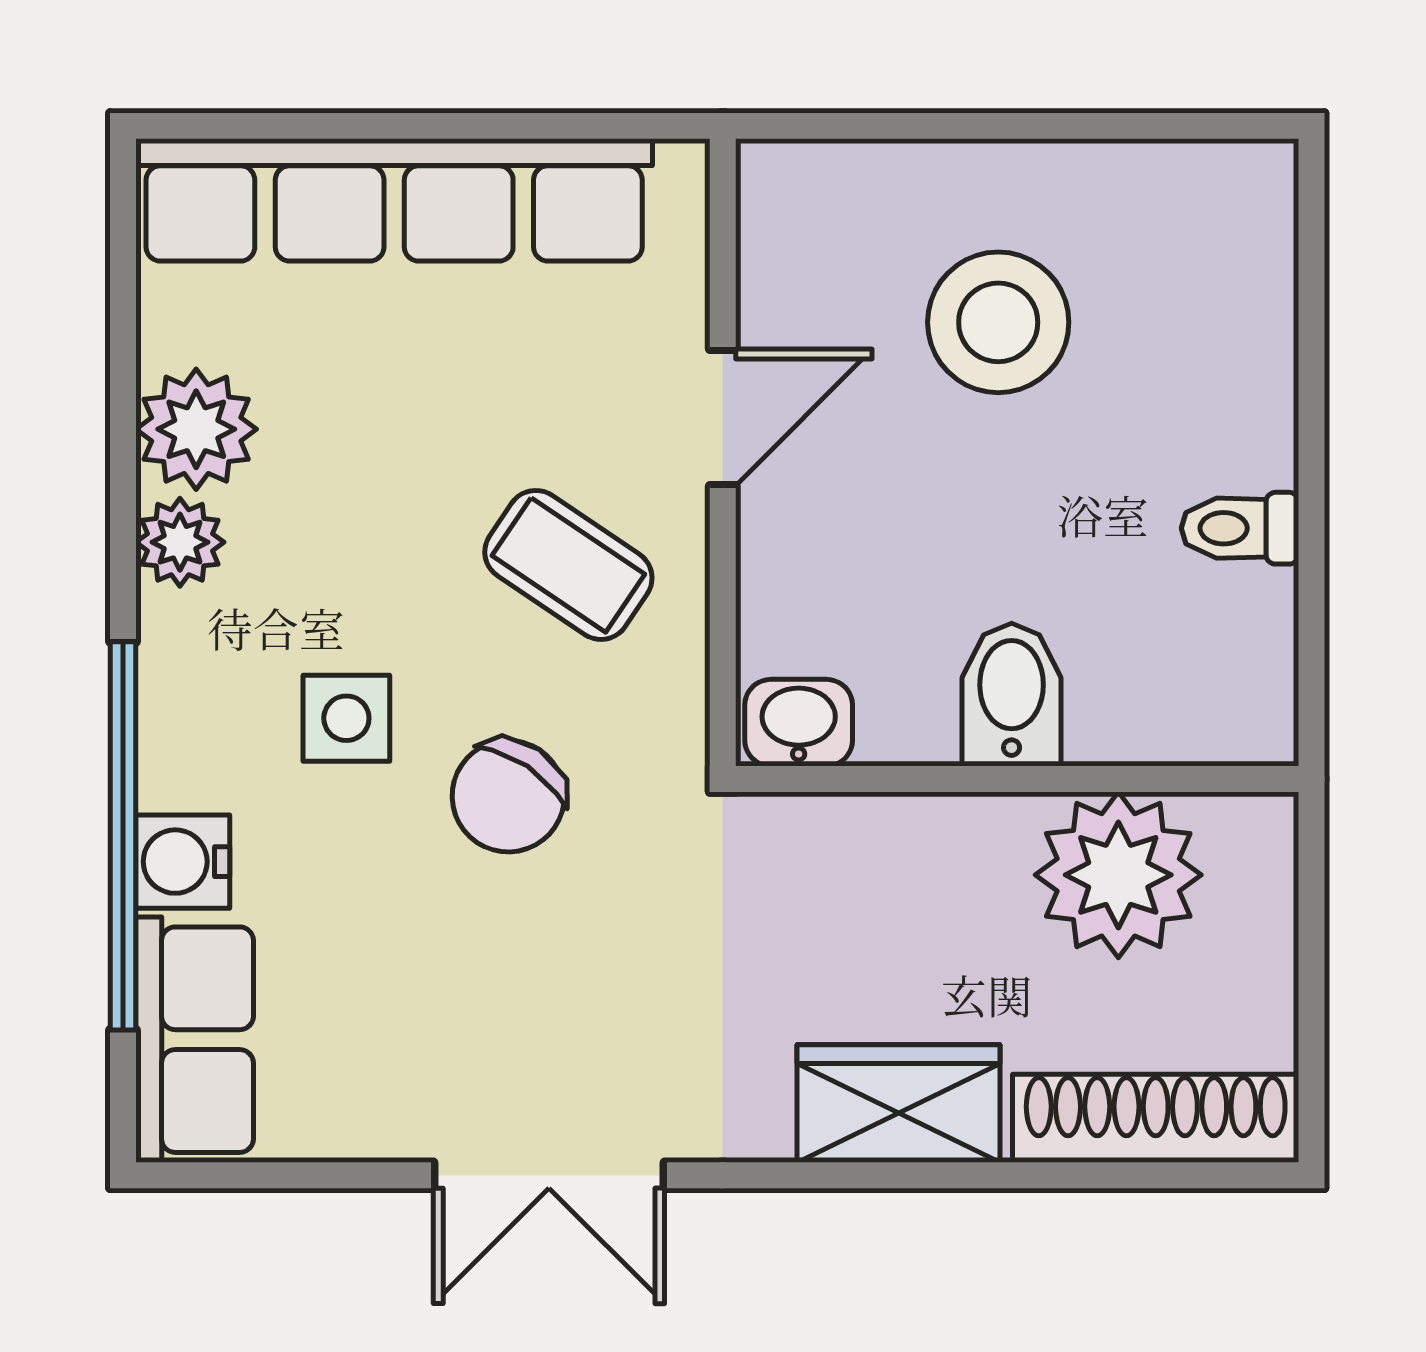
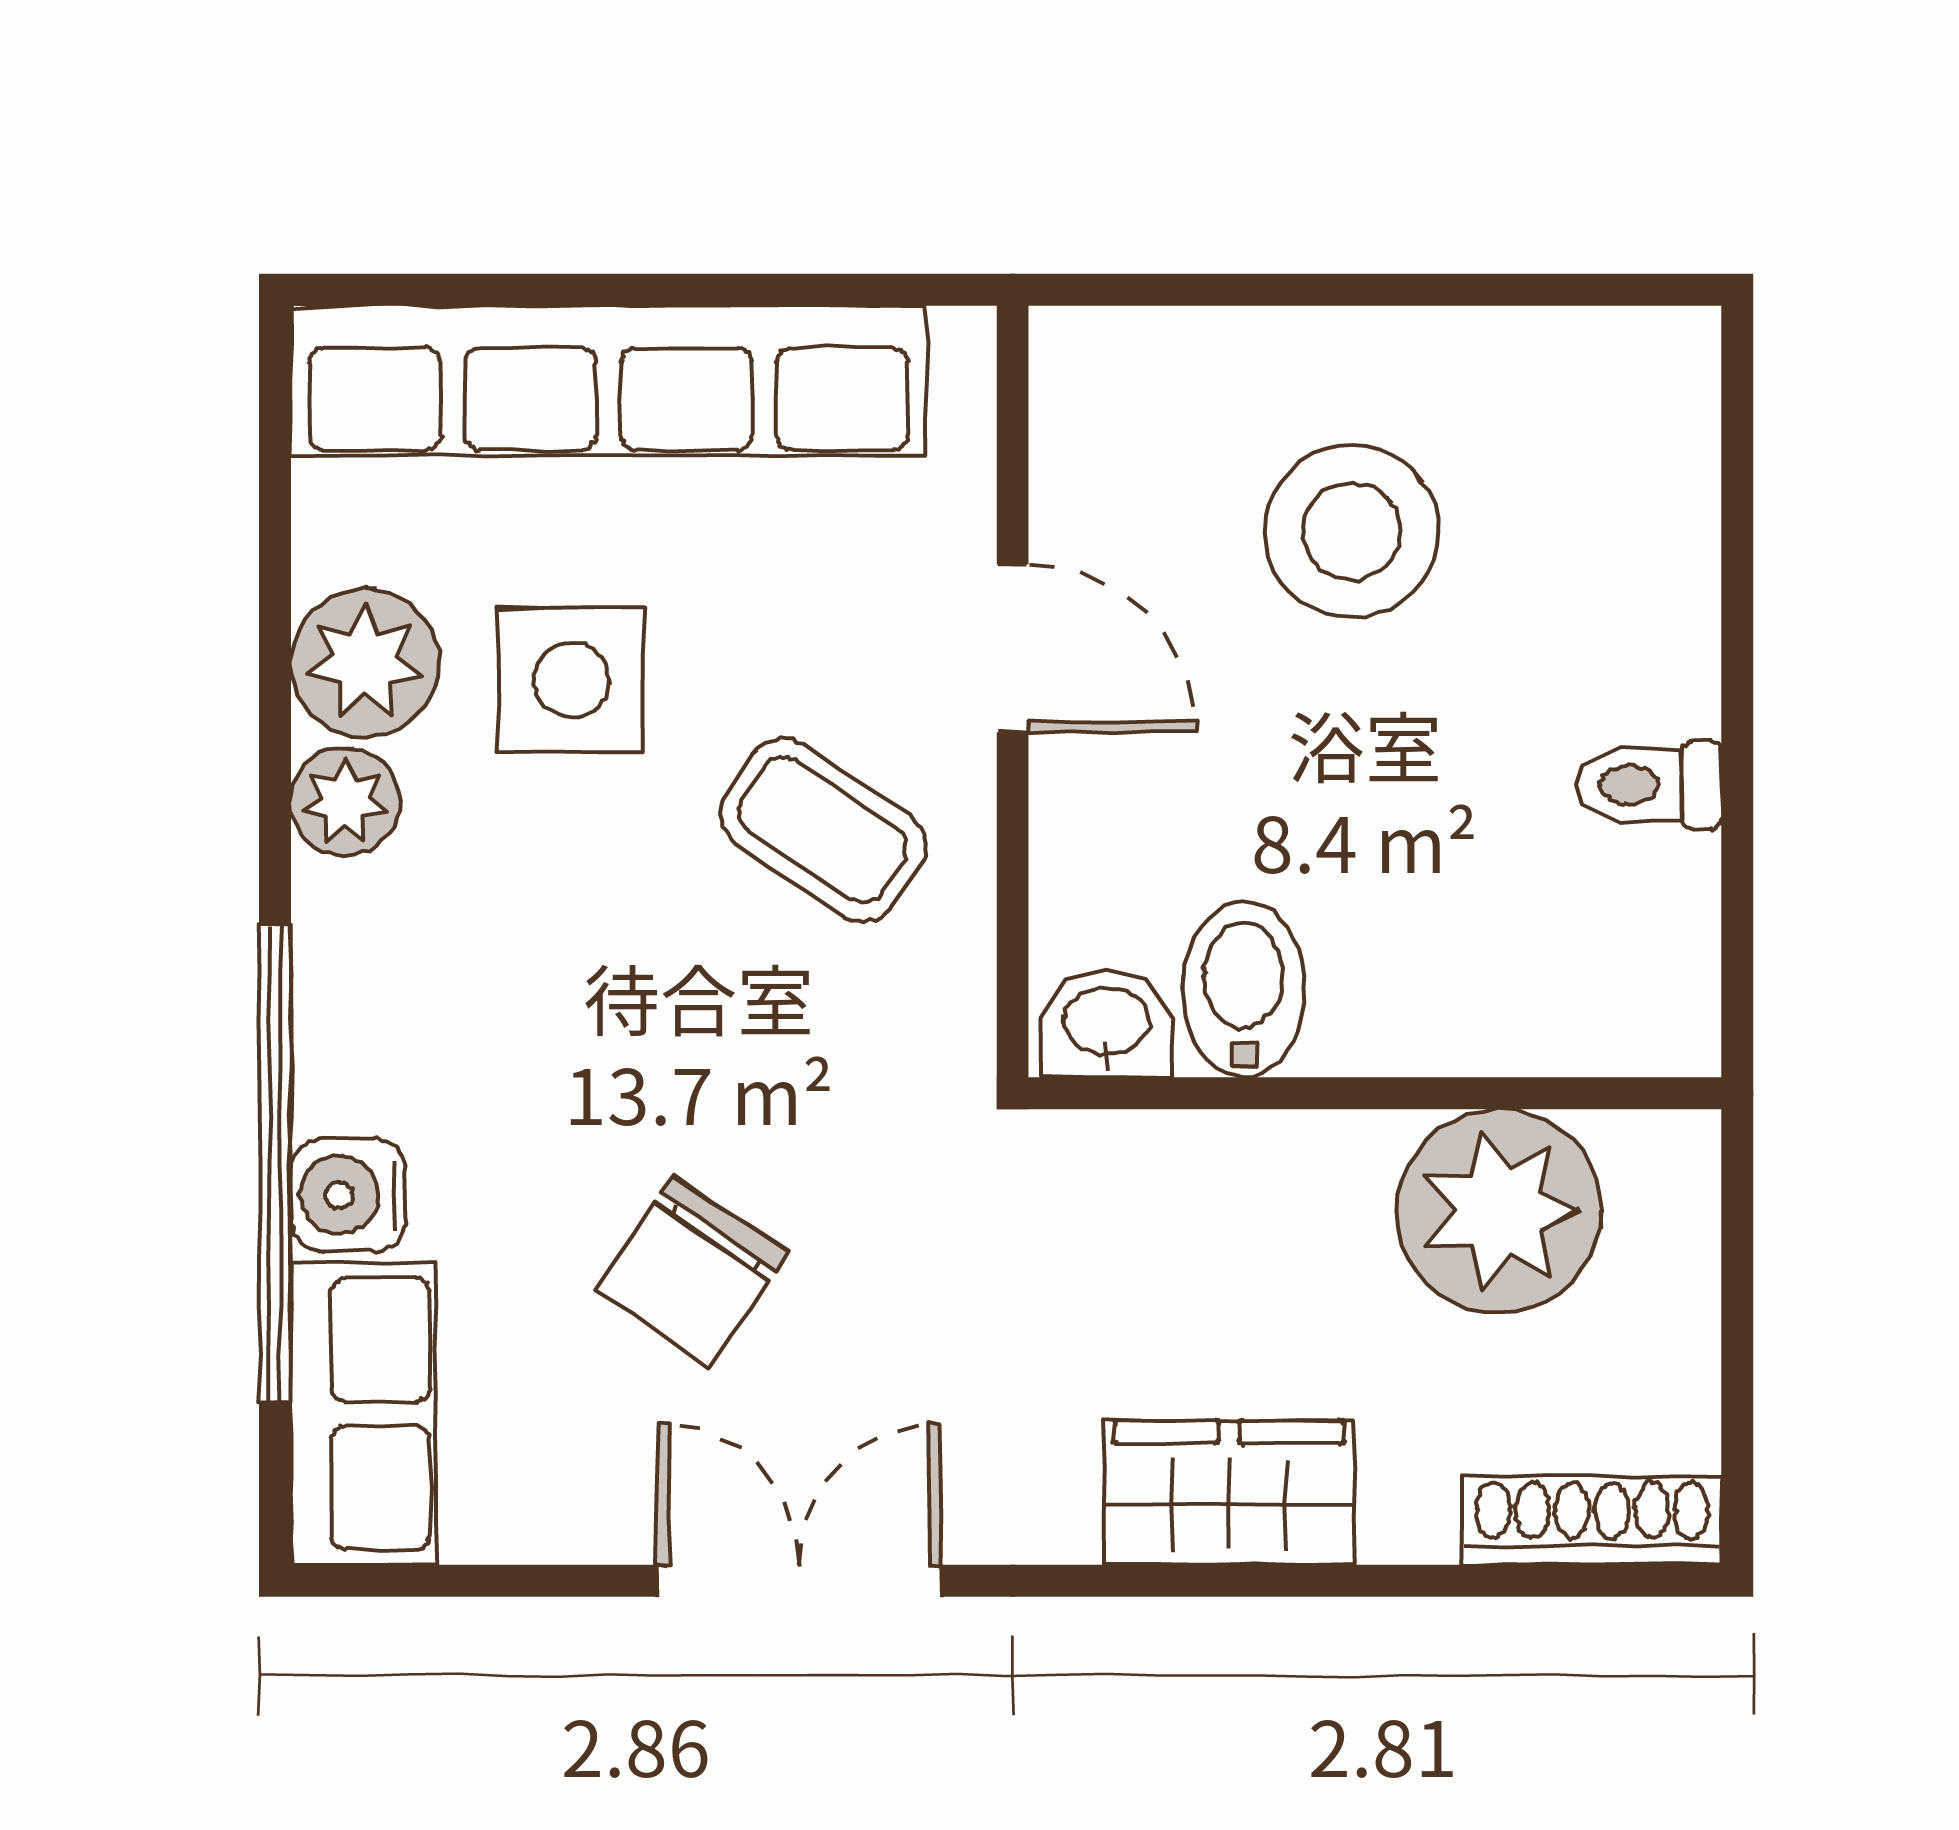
door: (723, 417) -> (1013, 648), hinge flipped
bidet: (1012, 695) -> (1244, 989), moved
side table: (346, 718) -> (572, 680), moved, width x1.37, depth x1.37
chair: (508, 796) -> (692, 1271), moved
shoe rack: (1156, 1118) -> (1592, 1521), width x0.74, depth x0.81
double door: (549, 1175) -> (799, 1581), swing flipped

